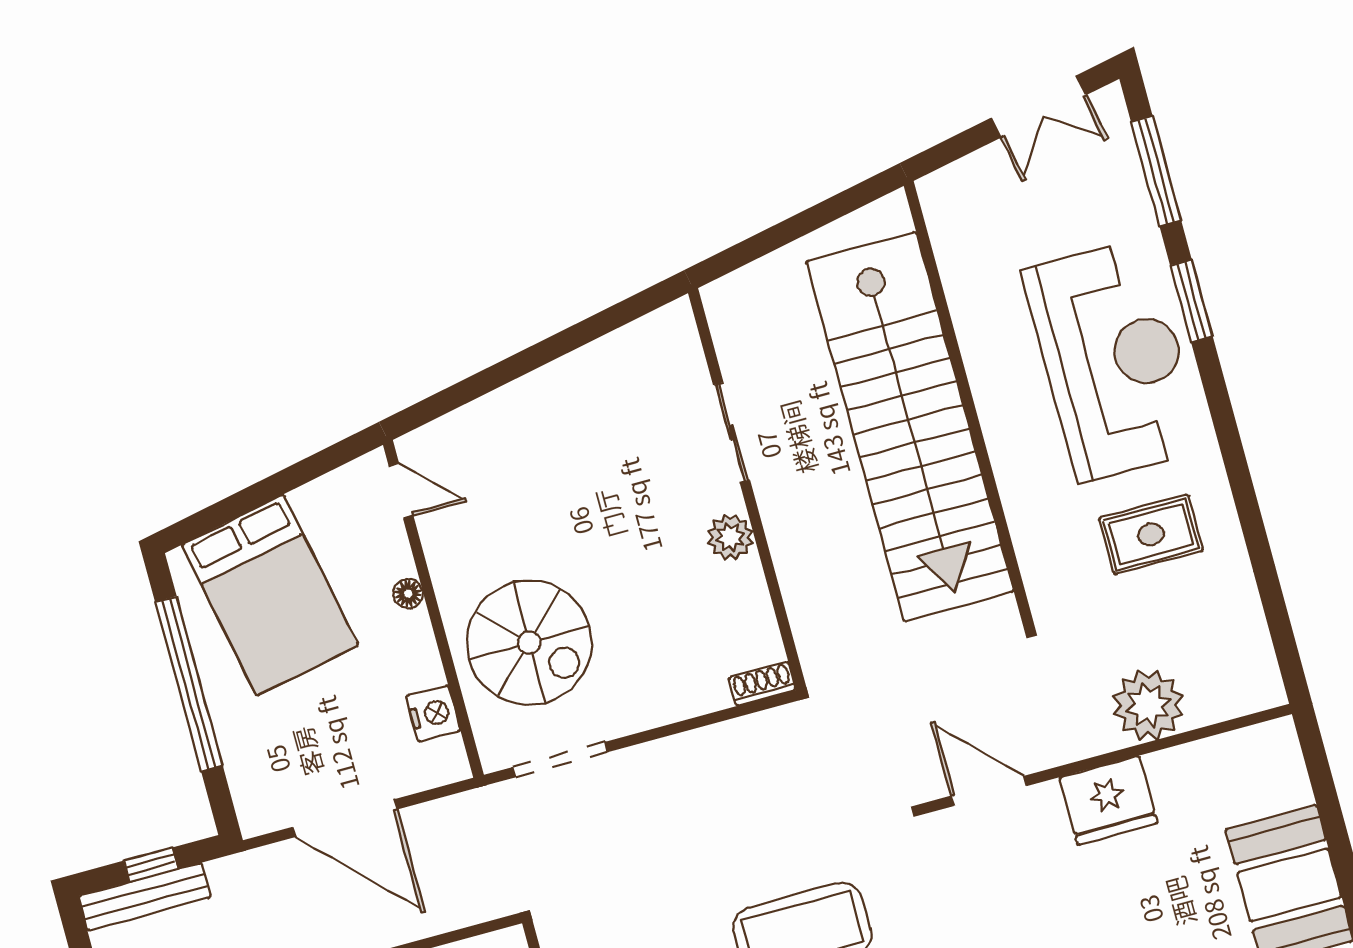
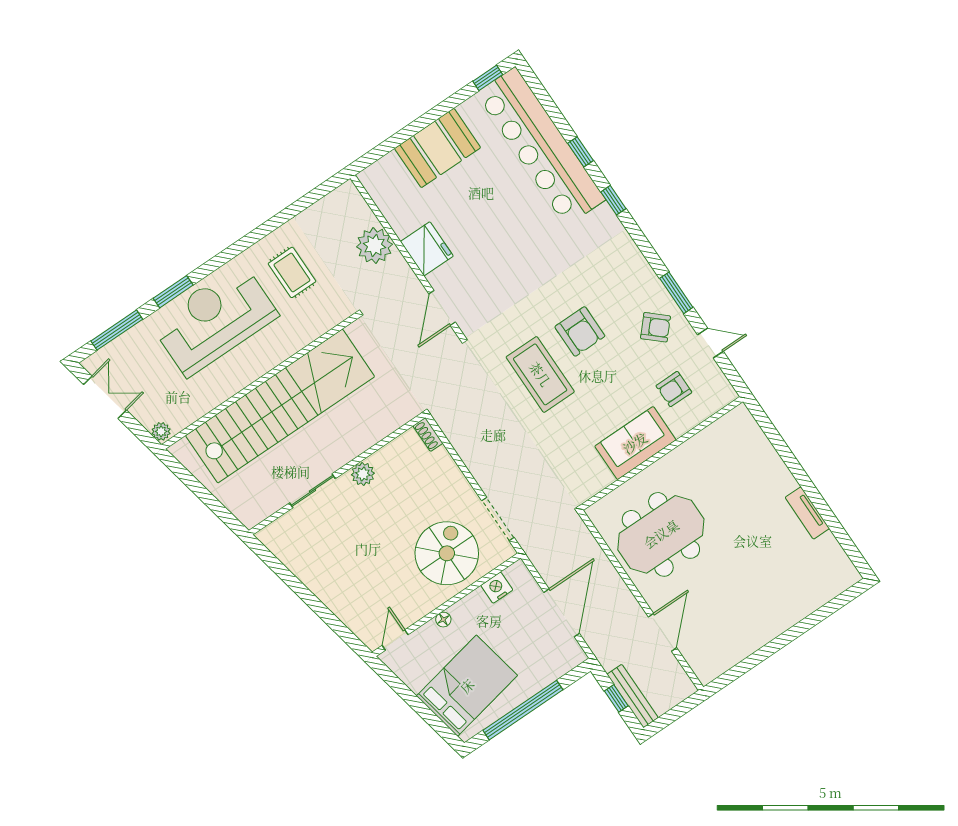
plant: (939, 189) -> (161, 431), added

